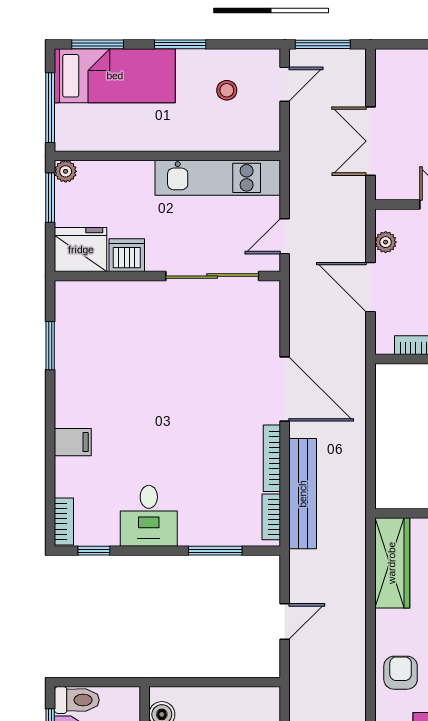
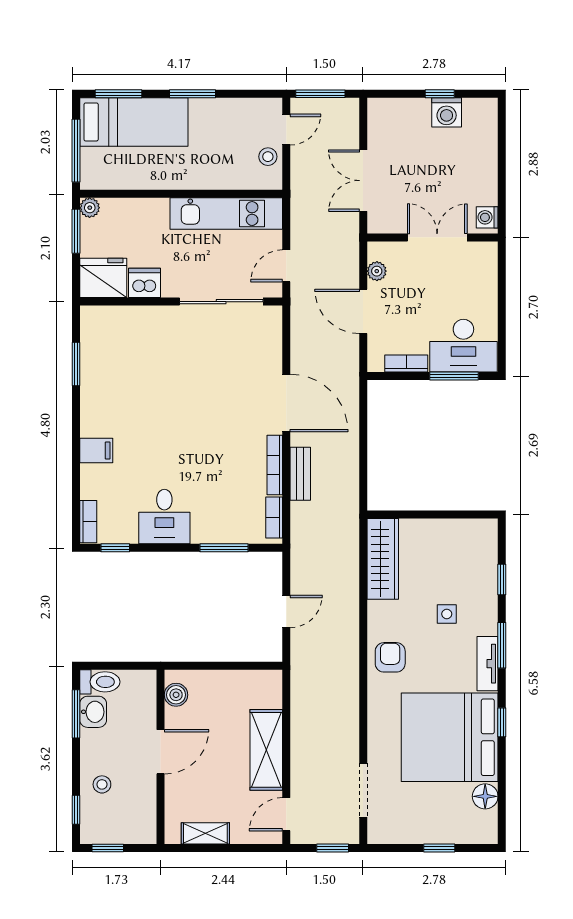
stool: (227, 90) -> (268, 157), moved
bench: (303, 494) -> (300, 474), width x0.54, depth x0.82

